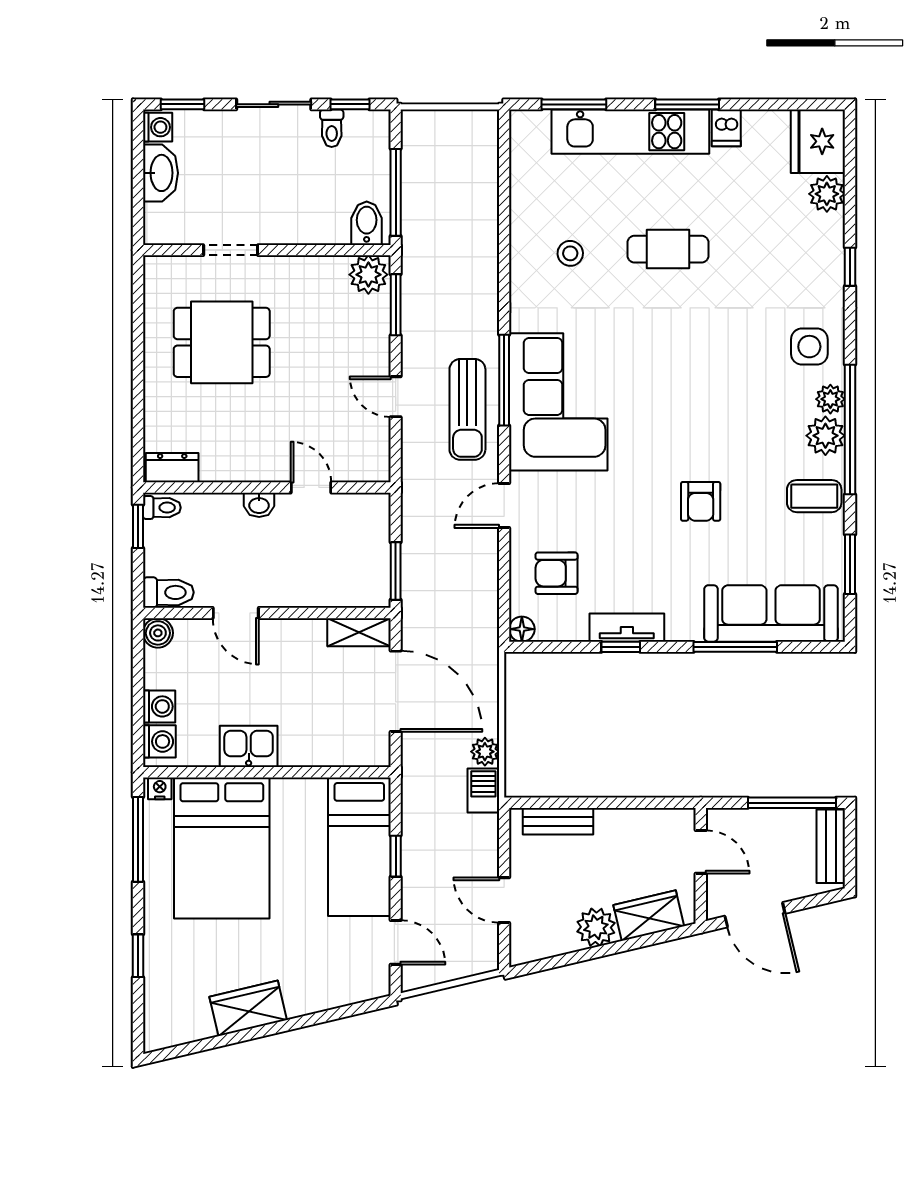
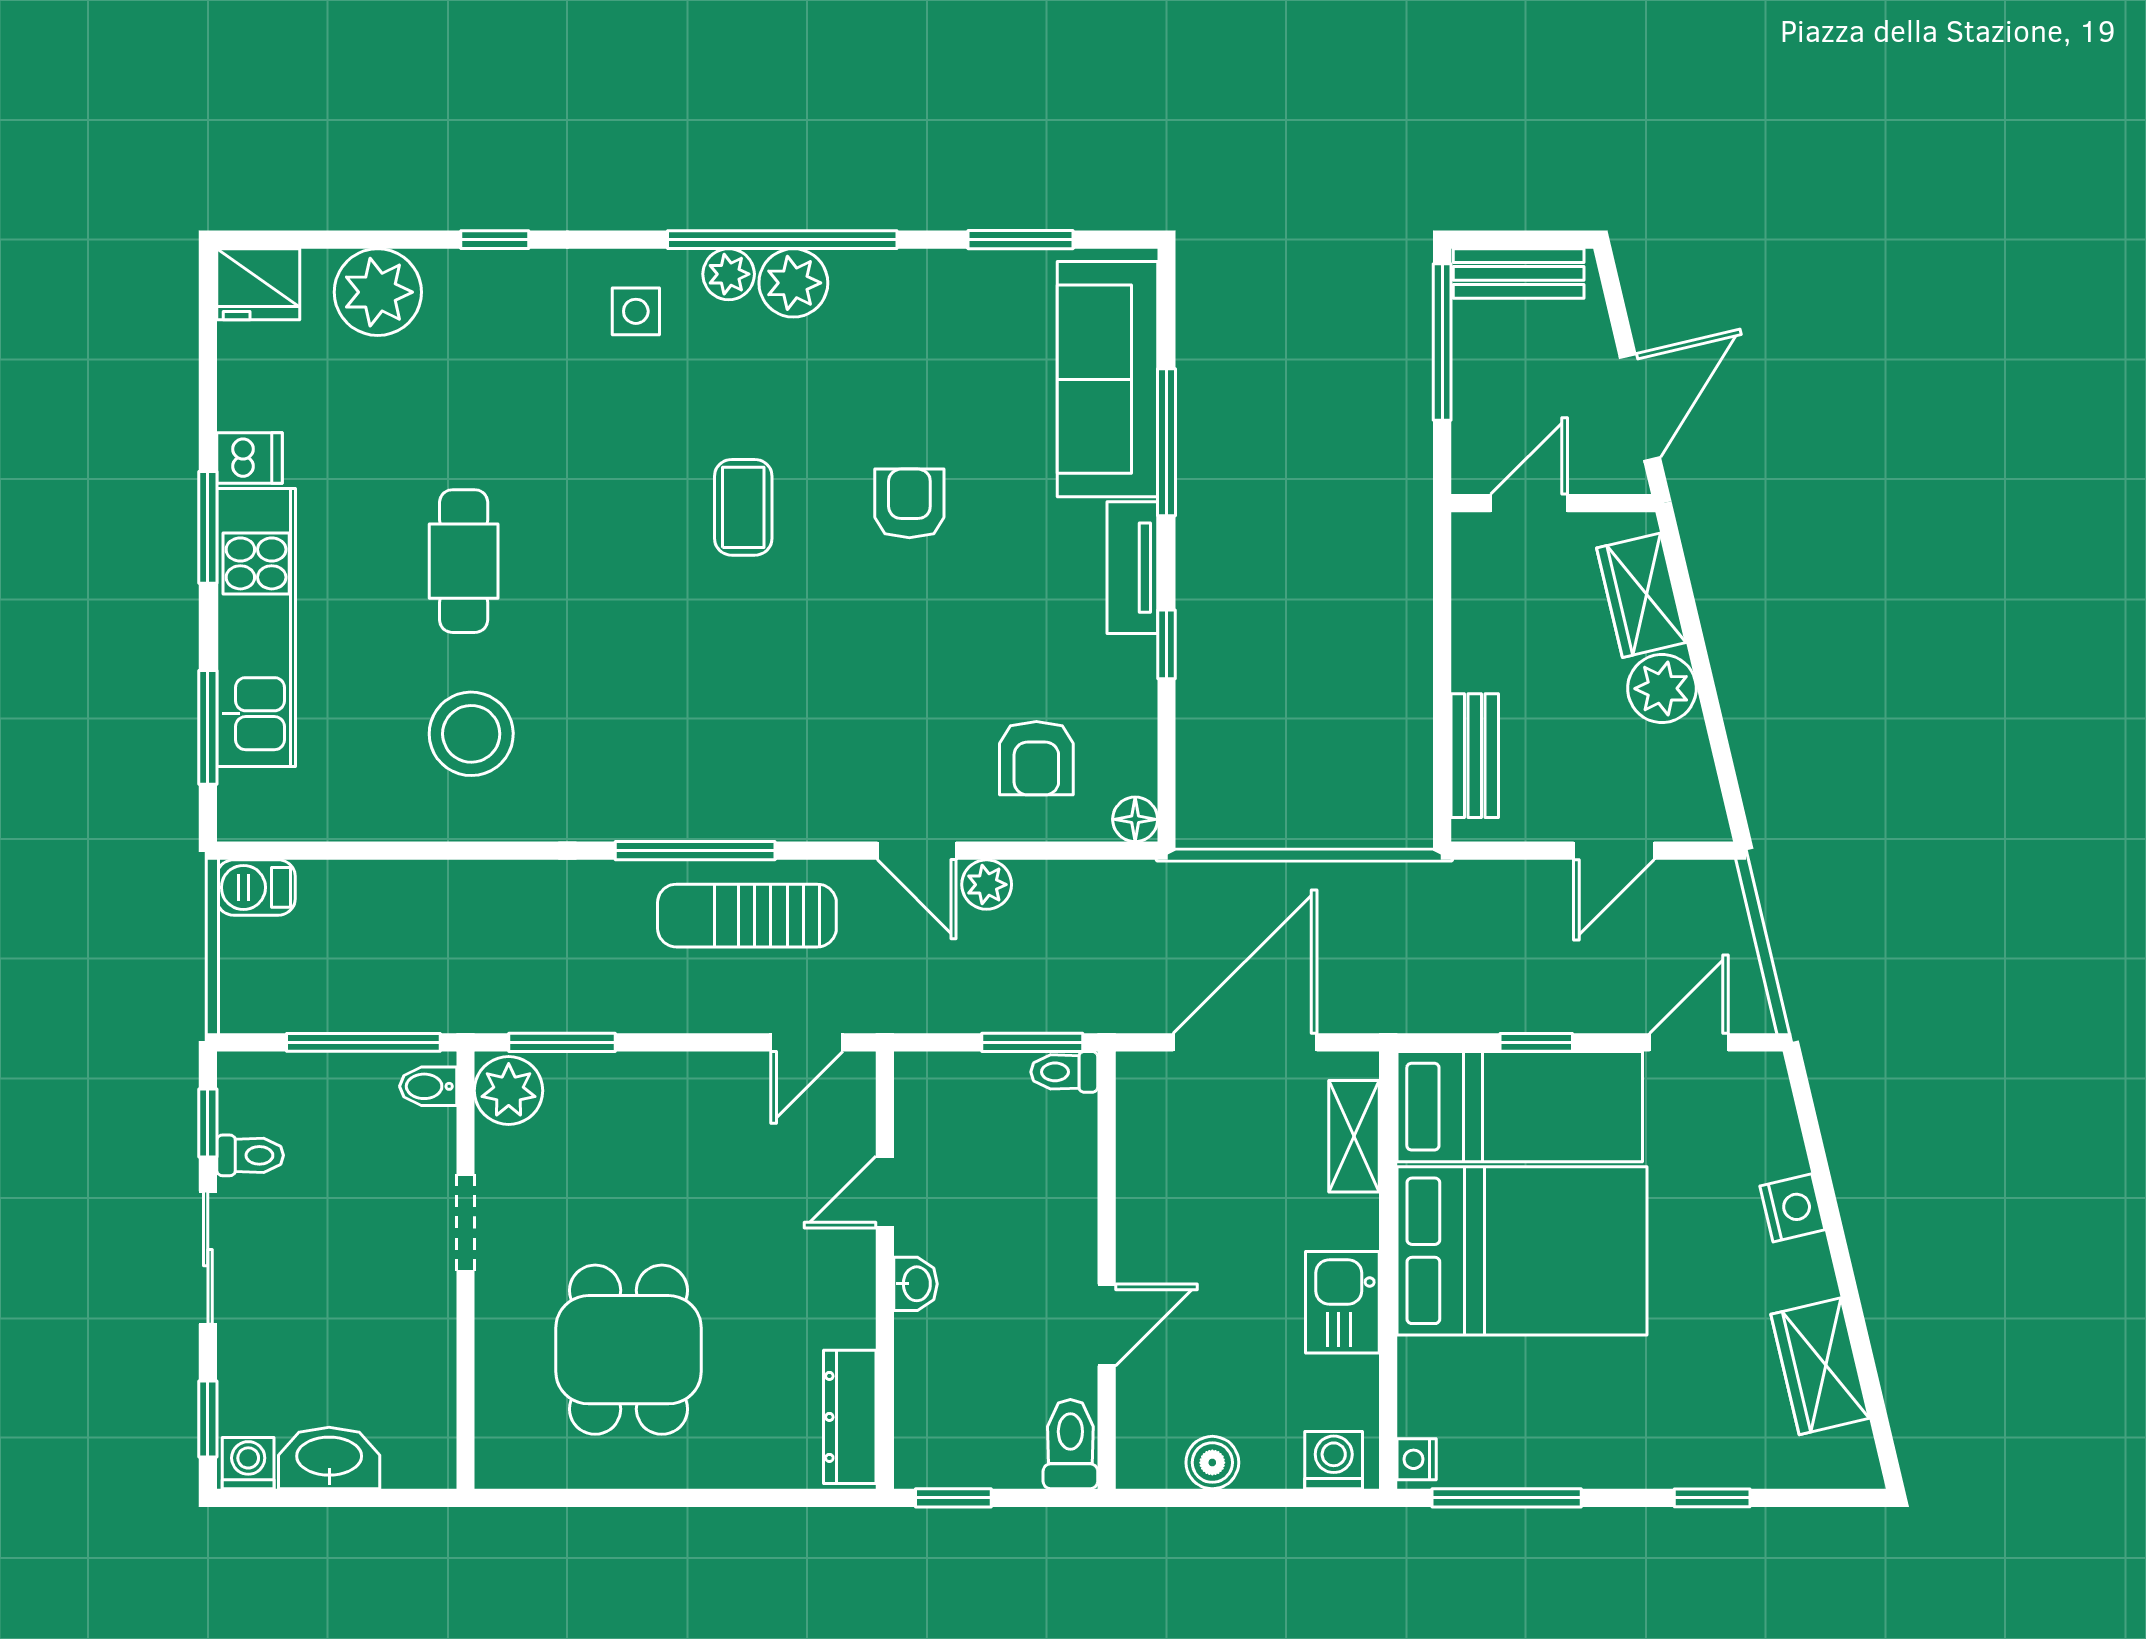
fridge: (818, 141) -> (258, 284), width x0.73, depth x0.75
plant: (827, 194) -> (378, 292), width x1.36, depth x1.36
bidet: (367, 223) -> (428, 1086), width x0.72, depth x0.74
doorway: (231, 250) -> (465, 1223), moved
stool: (570, 253) -> (471, 734), width x1.89, depth x1.89
side table: (809, 347) -> (636, 311), width x0.73, depth x0.73
door: (396, 397) -> (807, 1042), moved
corner sofa: (558, 402) -> (734, 755), removed
sun lounger: (467, 409) -> (747, 916), turned 180
dresser: (172, 468) -> (850, 1417), width x1.44
coffee table: (814, 496) -> (743, 507), moved
armchair: (701, 501) -> (909, 503), turned -90
toilet: (162, 508) -> (1064, 1072), moved, turned -90
tv unit: (627, 628) -> (1132, 568), moved
shelving: (359, 632) -> (1354, 1136), moved
boiler: (158, 633) -> (1212, 1463), moved
washing machine: (159, 706) -> (1272, 1460), removed
plant: (485, 752) -> (987, 885), moved
barbecue: (483, 790) -> (256, 887), moved
bed: (222, 848) -> (1522, 1251), moved
nightstand: (302, 1001) -> (1792, 1208), added
wardrobe: (248, 1008) -> (1820, 1366), moved

